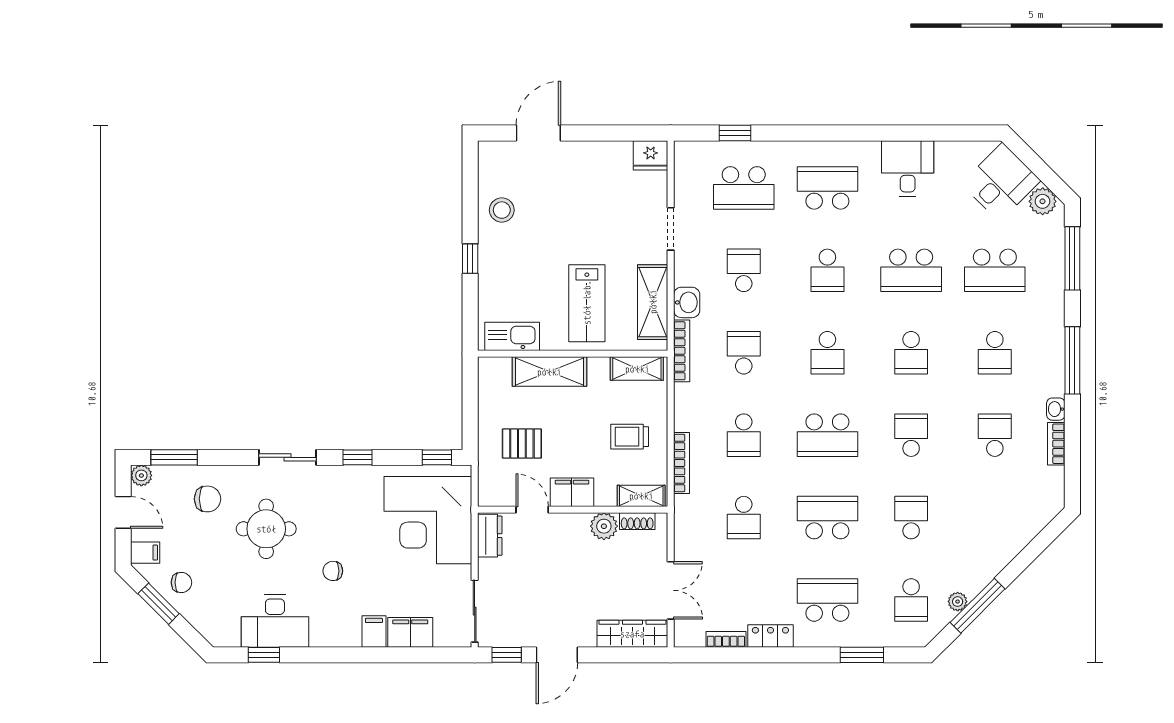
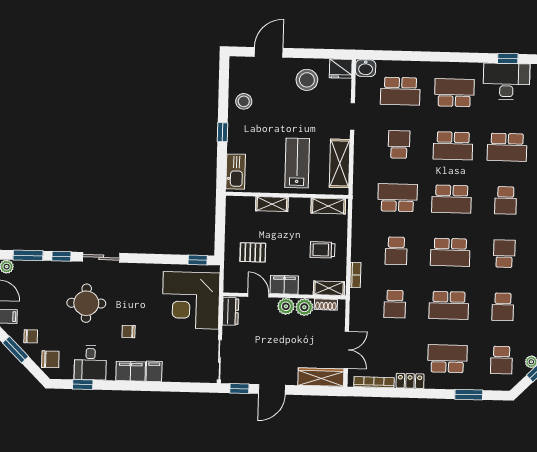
window: (735, 133) -> (508, 59), moved
desk: (908, 169) -> (506, 81), width x1.37
stool: (599, 174) -> (307, 80), added
school desk: (827, 270) -> (453, 146), width x1.85
washbasin: (687, 302) -> (366, 68), moved, turned 90
lab bench: (587, 303) -> (297, 163), turned 180
kitchen sink: (512, 336) -> (236, 172), moved, turned 90
bookcase: (682, 351) -> (357, 195), removed
school desk: (744, 353) -> (398, 198), width x1.85
school desk: (827, 353) -> (452, 199), width x1.85
shelving: (549, 372) -> (272, 204), width x0.67, depth x0.75
window: (358, 457) -> (61, 256), moved
bookcase: (682, 463) -> (355, 275), width x0.64
chair: (207, 499) -> (50, 359), moved
school desk: (827, 518) -> (449, 305), turned 180
school desk: (911, 518) -> (503, 307), turned 180
plant: (575, 526) -> (286, 306), added
desk: (275, 621) -> (90, 363), width x0.73
filing cabinet: (410, 632) -> (131, 371), moved
bookcase: (726, 639) -> (374, 382), width x1.56

